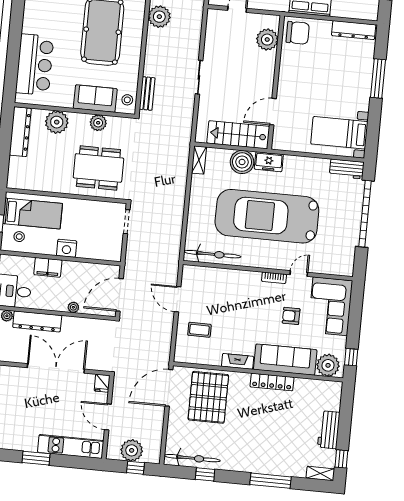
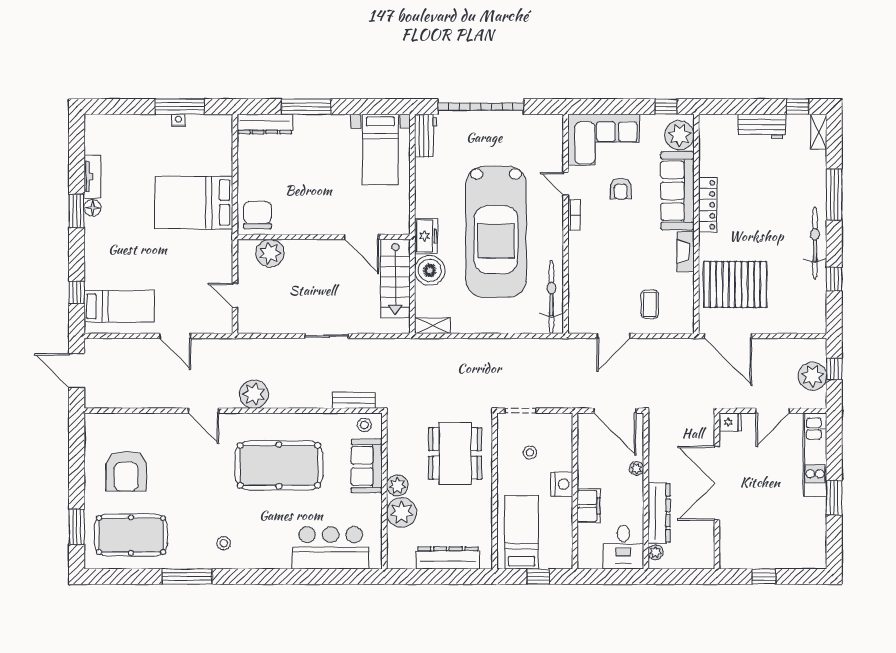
dresser: (354, 30) -> (265, 124), moved, turned 90
plant: (98, 123) -> (397, 485), moved
dresser: (20, 132) -> (448, 558), moved
stool: (19, 237) -> (530, 452), moved
bicycle: (192, 458) -> (815, 243), moved

